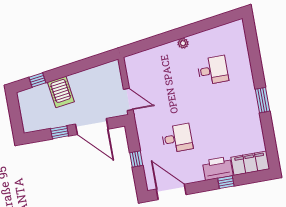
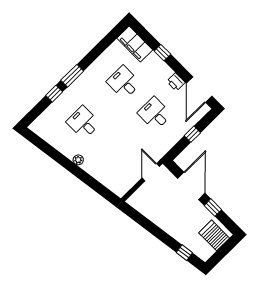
window: (256, 62) -> (54, 94), added
server rack: (61, 92) -> (214, 235), moved, turned -82
window: (263, 100) -> (72, 76), moved
desk: (223, 130) -> (124, 82), added
printer: (218, 168) -> (176, 82), moved, width x0.53, depth x0.68

